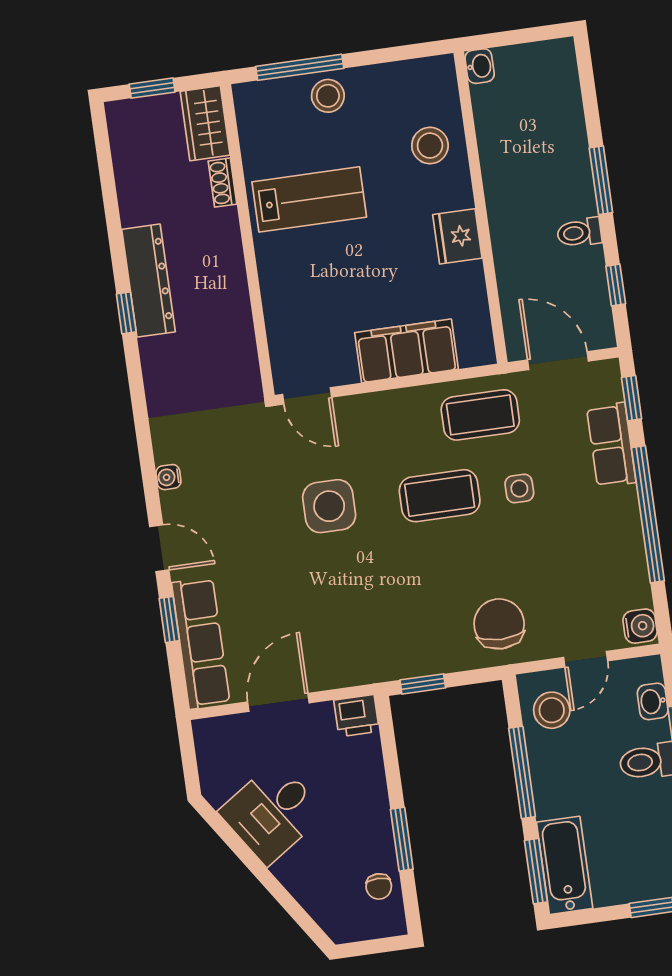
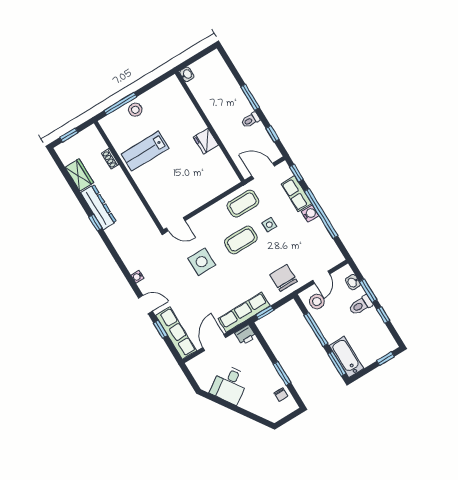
wardrobe: (205, 123) -> (79, 175), moved, turned 180
stool: (430, 146) -> (181, 112), removed
lab bench: (309, 199) -> (145, 151), turned 180
filing cabinet: (406, 351) -> (205, 192), removed
water cooler: (640, 626) -> (310, 214), moved
row of seats: (376, 663) -> (244, 312), added

